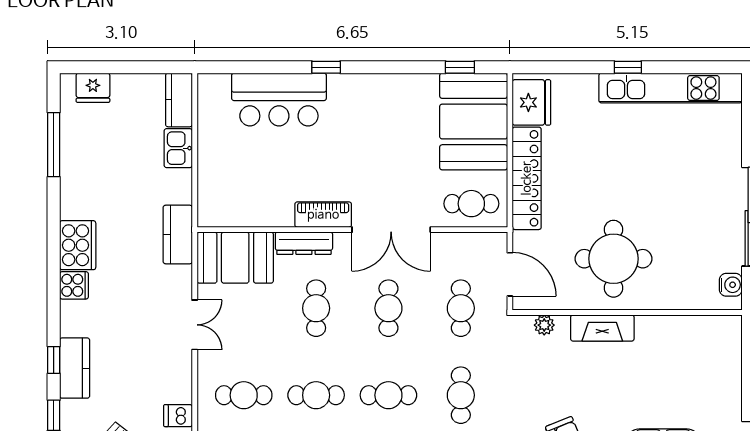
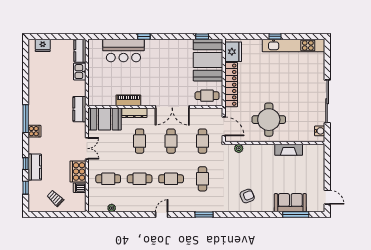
window: (54, 145) -> (26, 119), moved
piano: (323, 215) -> (128, 100), moved
cooker: (78, 245) -> (78, 171), moved, turned 180
fireplace: (602, 328) -> (289, 150), moved

